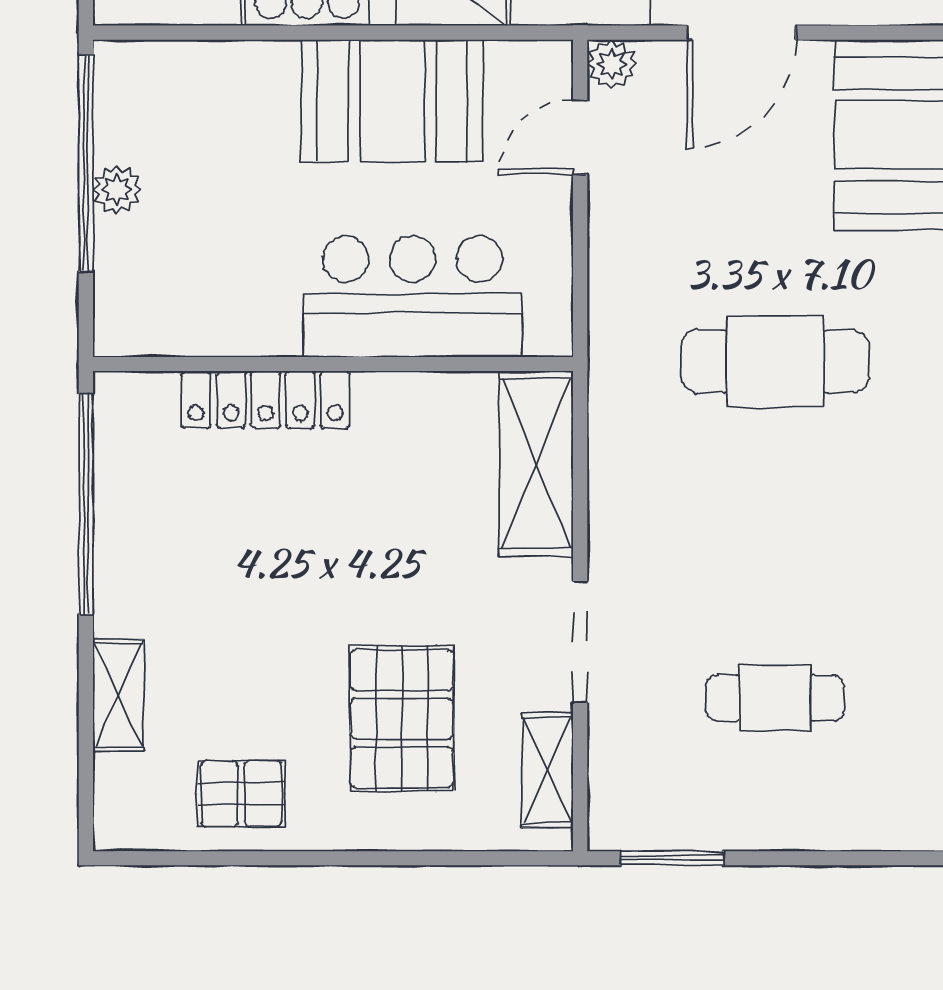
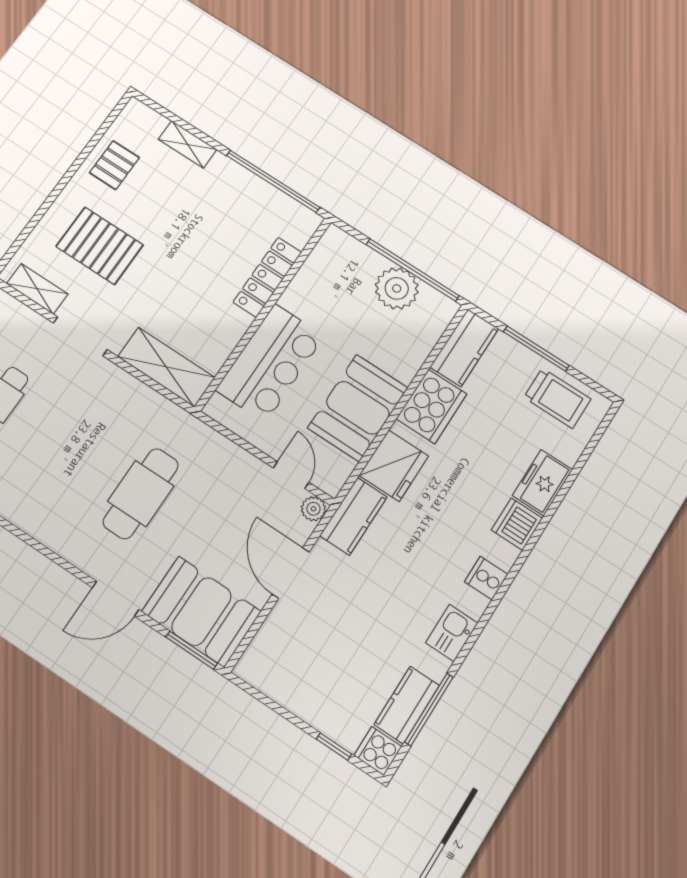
plant: (117, 190) -> (397, 288), width x1.88, depth x1.88

